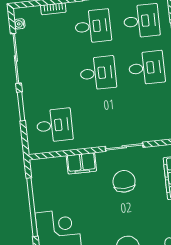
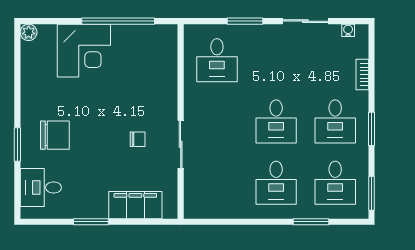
sliding door: (16, 58) -> (305, 21), width x0.73
filing cabinet: (81, 163) -> (166, 89), removed
chair: (124, 181) -> (138, 139), width x0.54, depth x0.54

